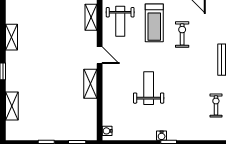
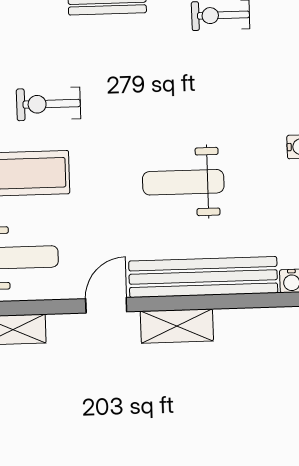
bench: (110, 95) -> (203, 277), added

